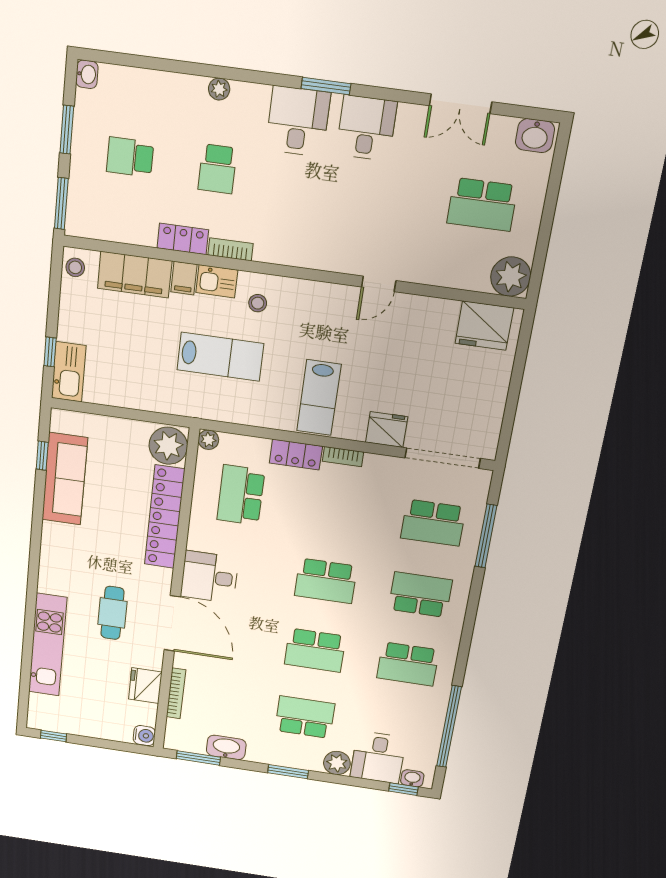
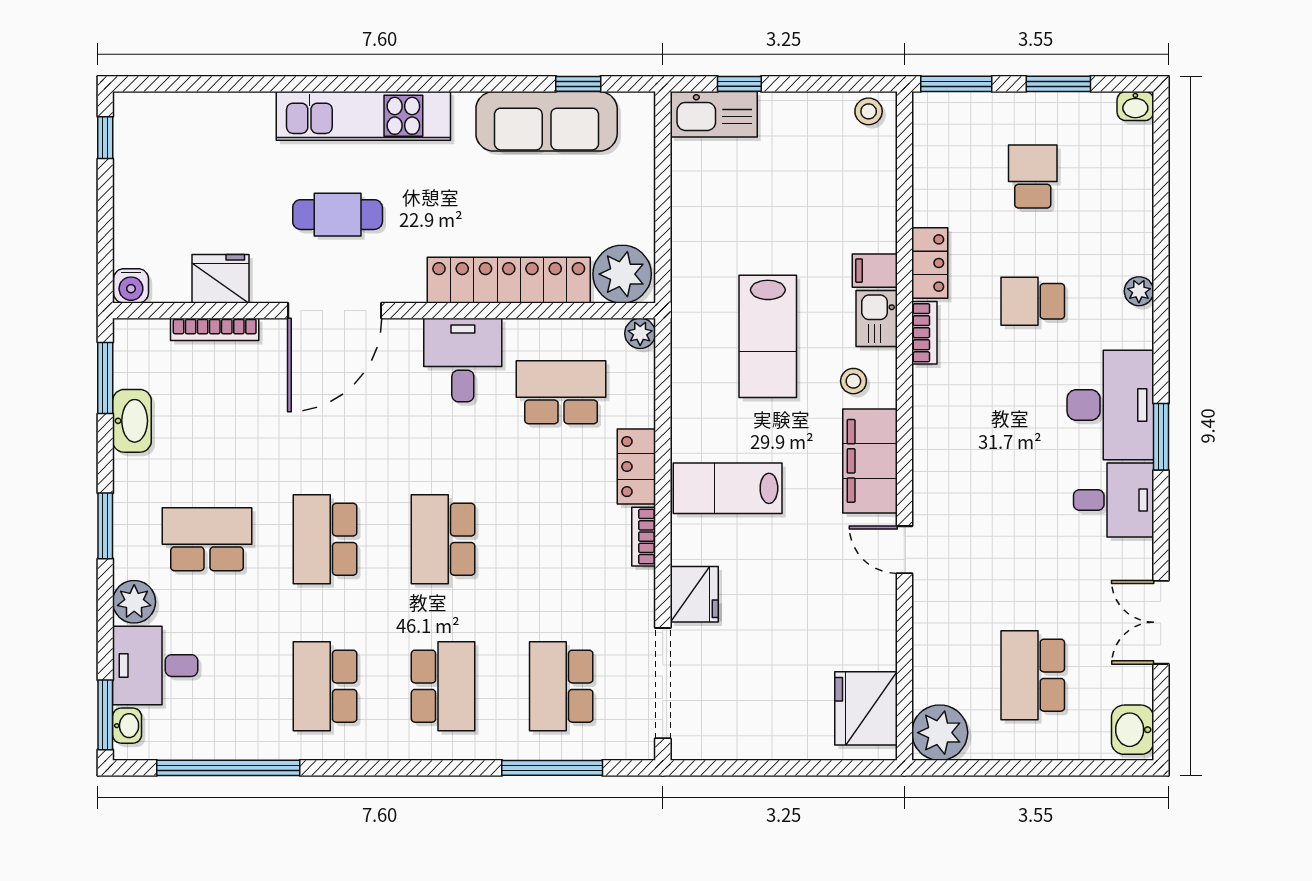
desk: (298, 121) -> (1110, 405), width x1.37
filing cabinet: (135, 275) -> (870, 461), moved
desk: (209, 577) -> (463, 360), moved
kitchen unit: (48, 645) -> (363, 116), moved
school desk: (305, 717) -> (207, 539), turned -90
window: (403, 789) -> (105, 715), width x1.50

